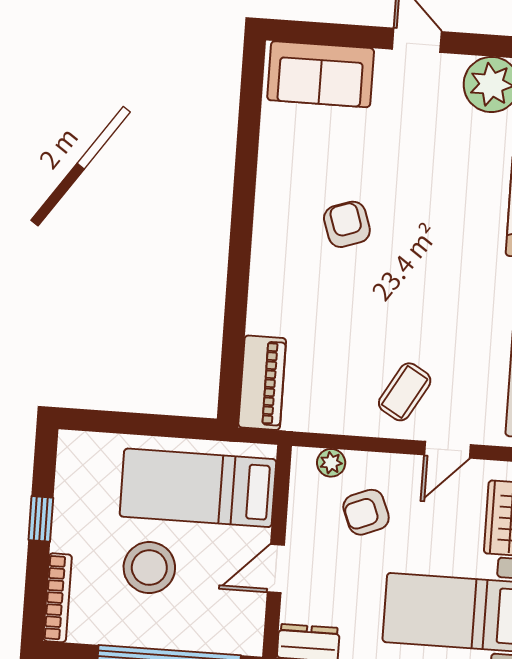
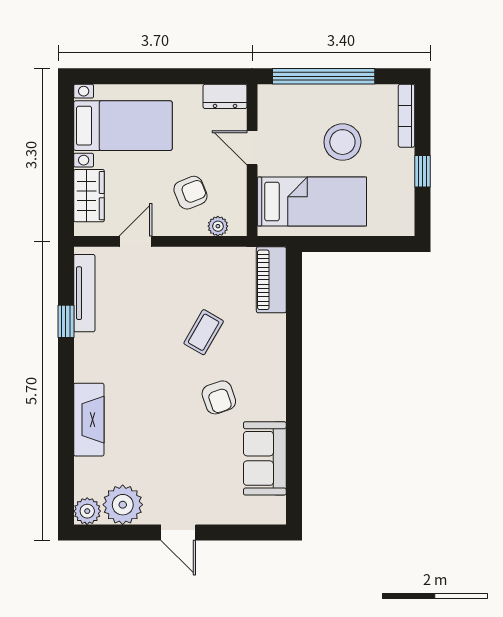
sofa: (321, 74) -> (265, 458), moved, turned -90
coffee table: (405, 392) -> (204, 332), moved
door: (276, 569) -> (252, 148), swing flipped

